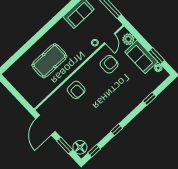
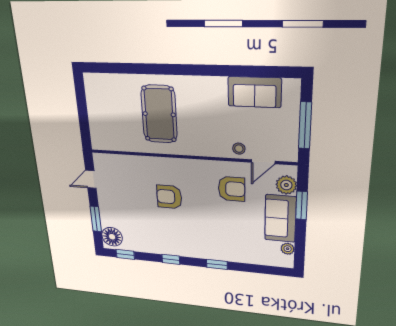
window: (156, 56) -> (302, 205), moved
pool table: (49, 61) -> (159, 114), turned 90
armchair: (76, 90) -> (169, 197), moved, turned 90
window: (149, 99) -> (217, 264), moved
door: (45, 125) -> (91, 179), width x0.53

